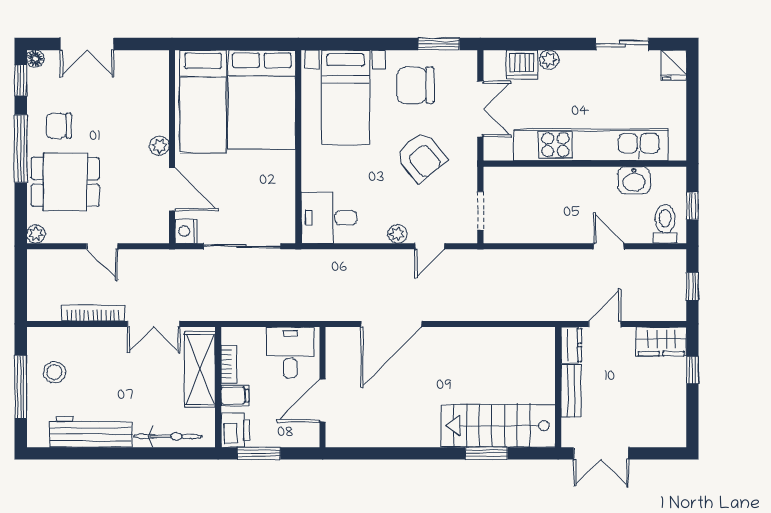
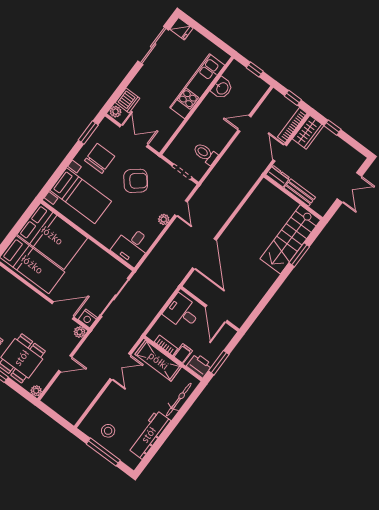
sliding door: (622, 44) -> (153, 45), width x1.37
plant: (549, 60) -> (116, 112), moved
chair: (415, 85) -> (100, 158), turned 180
kitchen unit: (591, 145) -> (197, 86), width x0.73
plant: (159, 146) -> (80, 332), moved
toilet: (665, 224) -> (205, 154), moved
bookcase: (93, 313) -> (292, 125), moved
double door: (601, 453) -> (349, 187), moved

